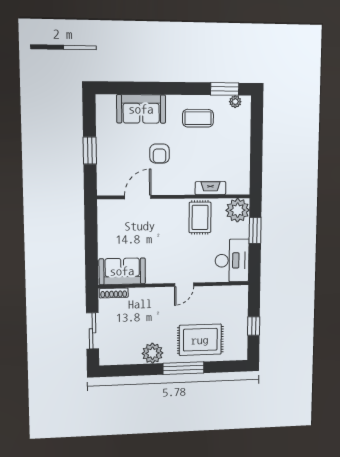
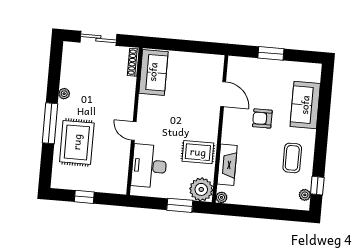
window: (225, 89) -> (317, 186), width x0.67
fireplace: (210, 188) -> (227, 165), width x1.37, depth x1.32
plant: (244, 189) -> (222, 197), added
desk: (232, 260) -> (149, 166), moved, turned 90
plant: (152, 353) -> (64, 94), width x0.53, depth x0.53

